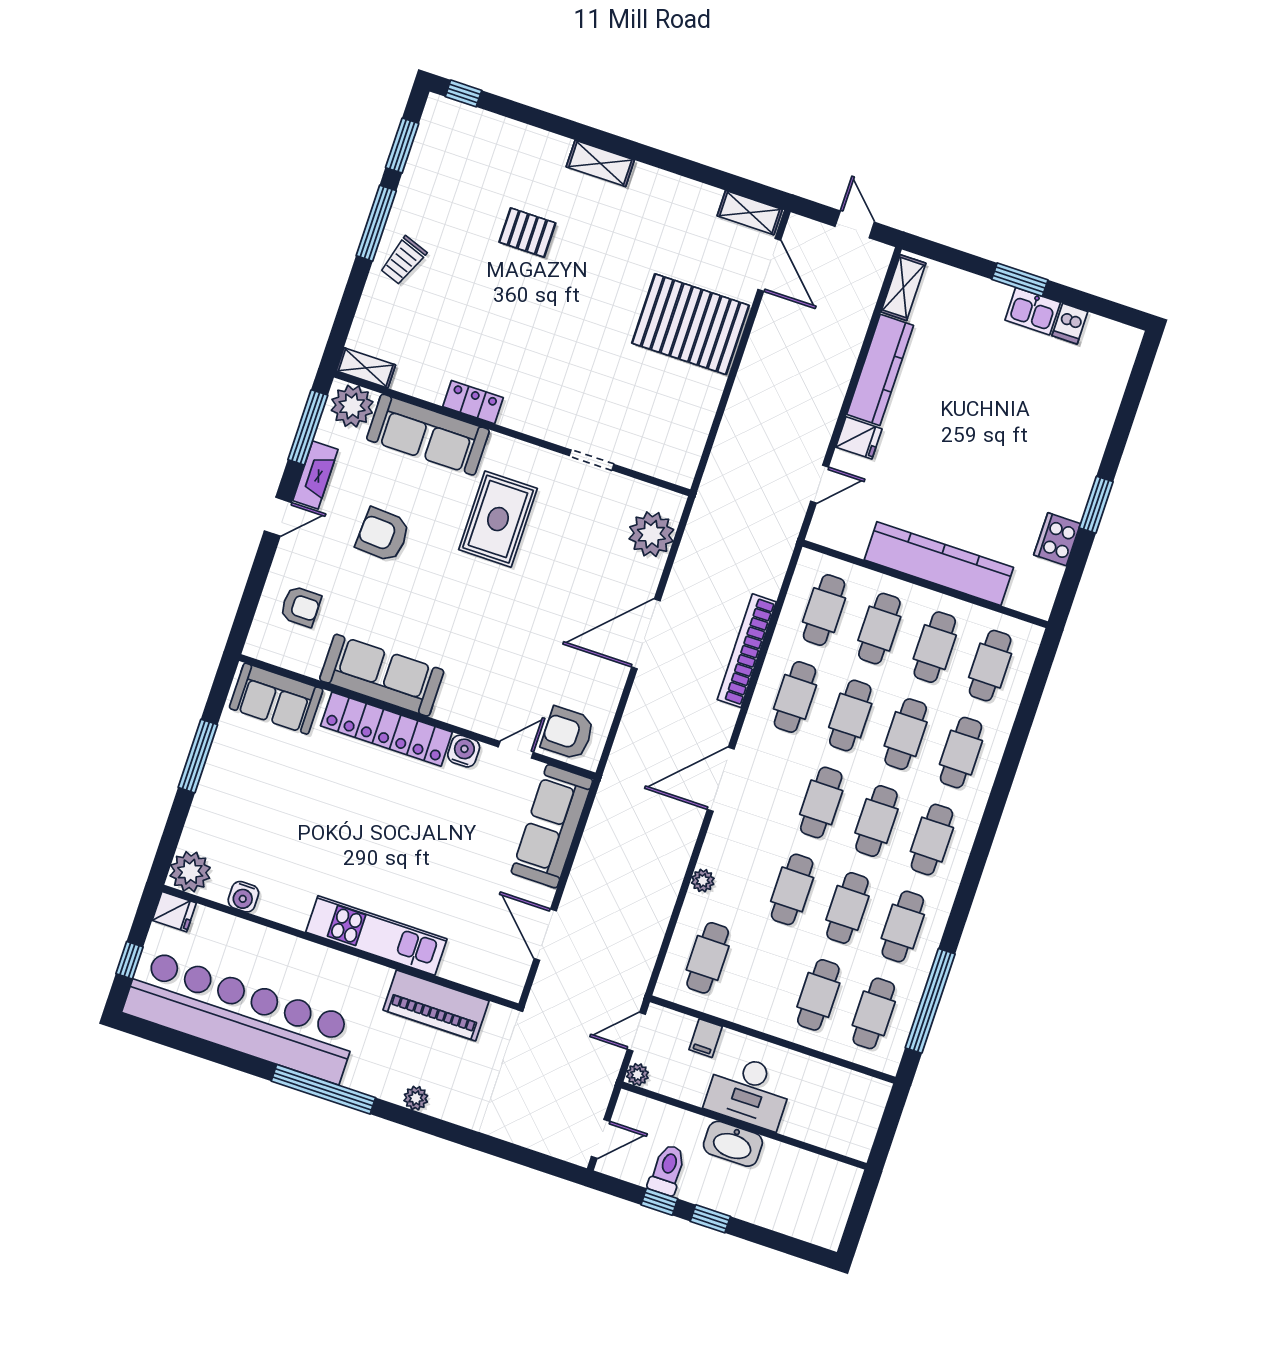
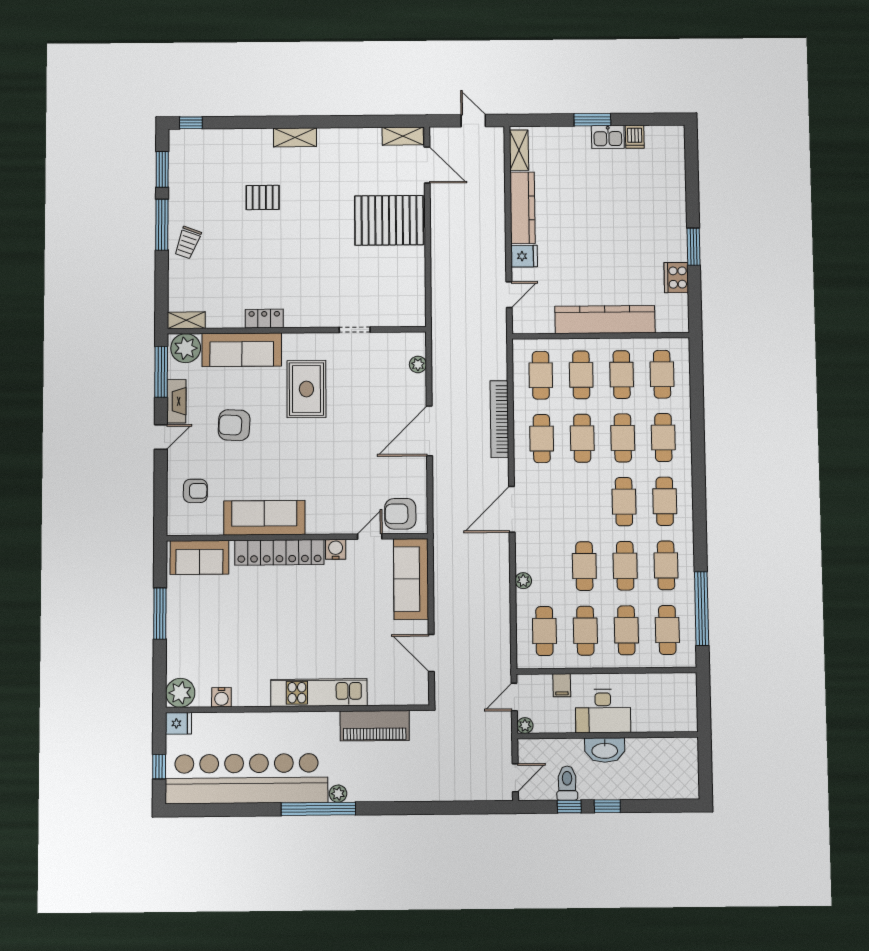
plant: (651, 534) -> (418, 364), width x0.53, depth x0.53
cafe table: (821, 802) -> (585, 631), moved
plant: (416, 1098) -> (338, 794), moved

